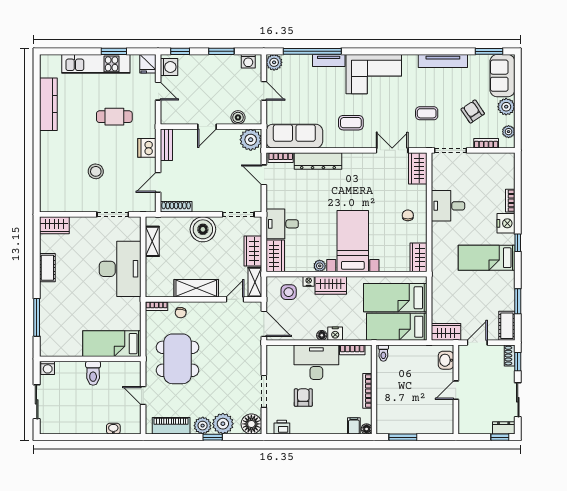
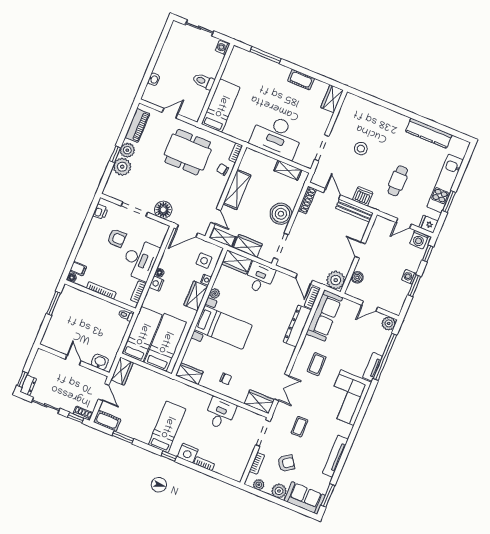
washing machine: (248, 61) -> (409, 277), moved
bench: (166, 145) -> (354, 211), width x1.36
door: (264, 175) -> (304, 279), swing flipped
floor lamp: (251, 424) -> (163, 210), moved

